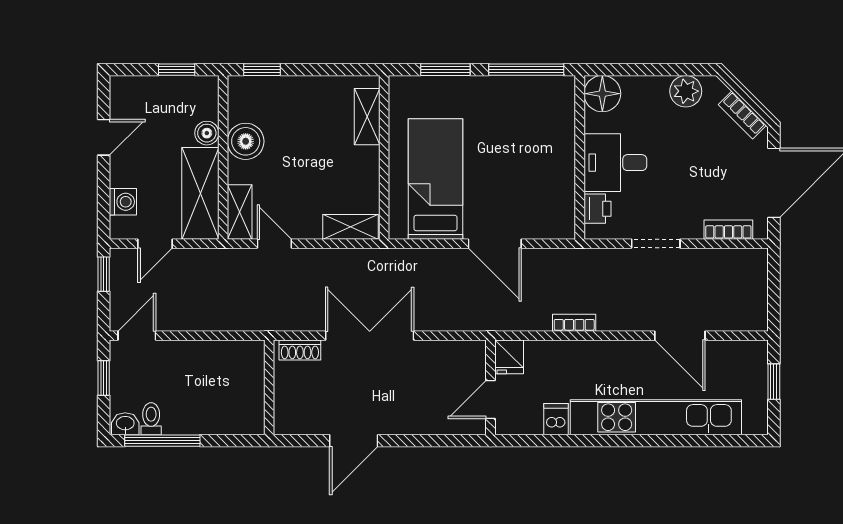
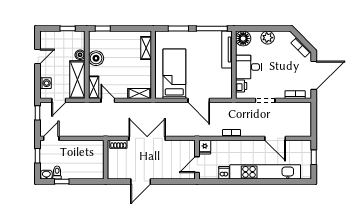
plant: (686, 91) -> (268, 38), moved
tv unit: (563, 120) -> (227, 50), added
window: (162, 441) -> (62, 182), width x0.46

